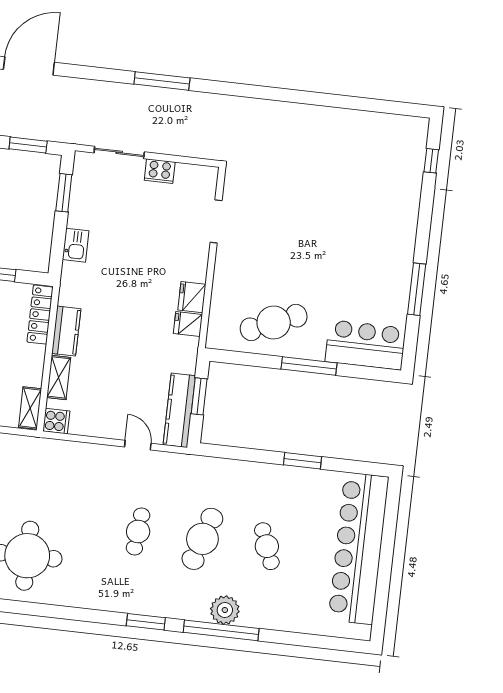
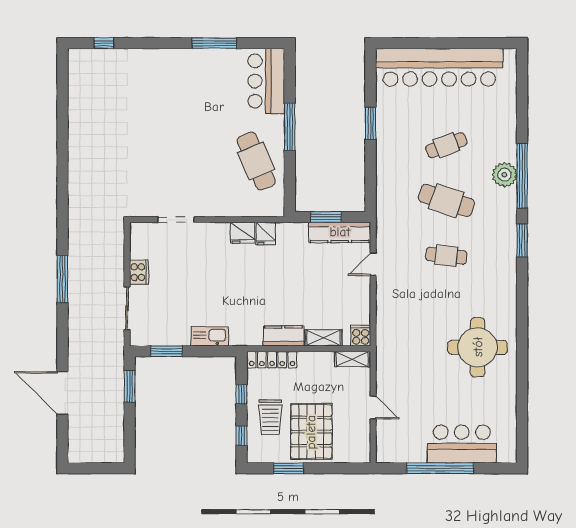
kitchen sink: (76, 245) -> (210, 336), width x1.38

